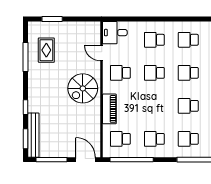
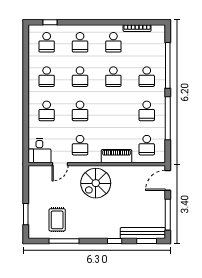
rug: (46, 50) -> (57, 220), turned 90
spiral stairs: (83, 88) -> (96, 183), turned 90
window: (132, 160) -> (168, 118), moved

